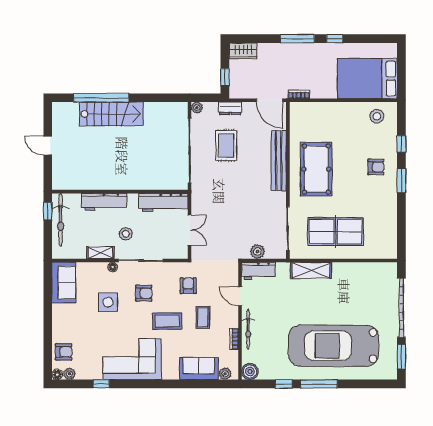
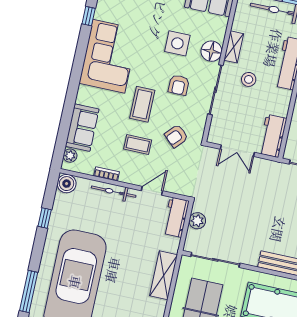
workbench: (163, 203) -> (273, 136), width x0.73
floor lamp: (113, 267) -> (211, 51), width x1.89, depth x1.89
armchair: (188, 286) -> (176, 136), turned 133
window: (319, 384) -> (29, 292), moved

